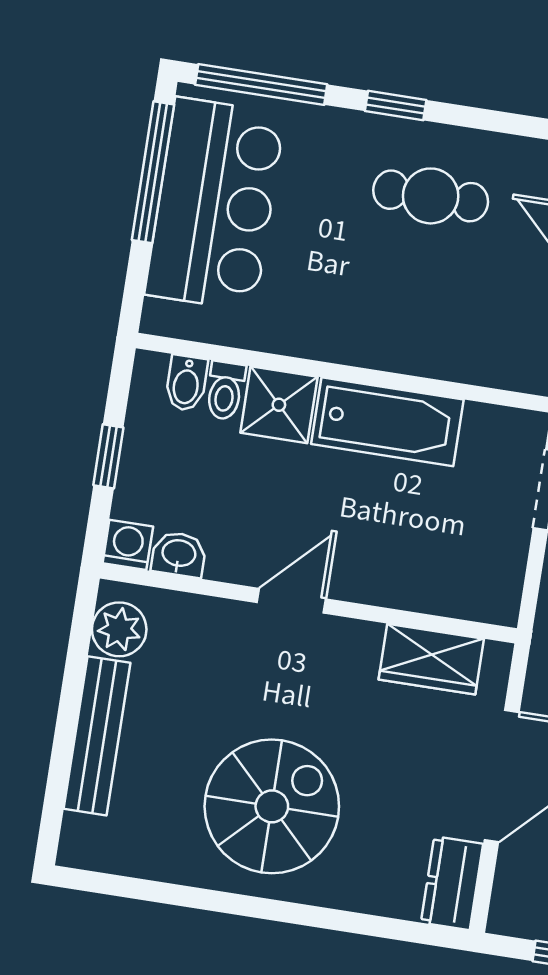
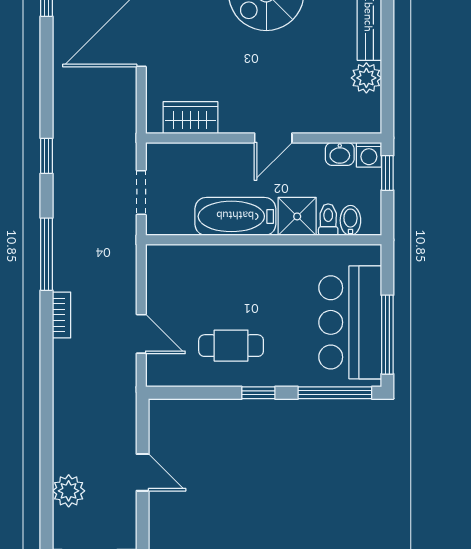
washing machine: (128, 545) -> (369, 155), moved
washbasin: (179, 554) -> (340, 154), moved
door: (291, 601) -> (273, 138), moved
wall: (308, 603) -> (264, 138), moved
wardrobe: (431, 659) -> (190, 118), moved

